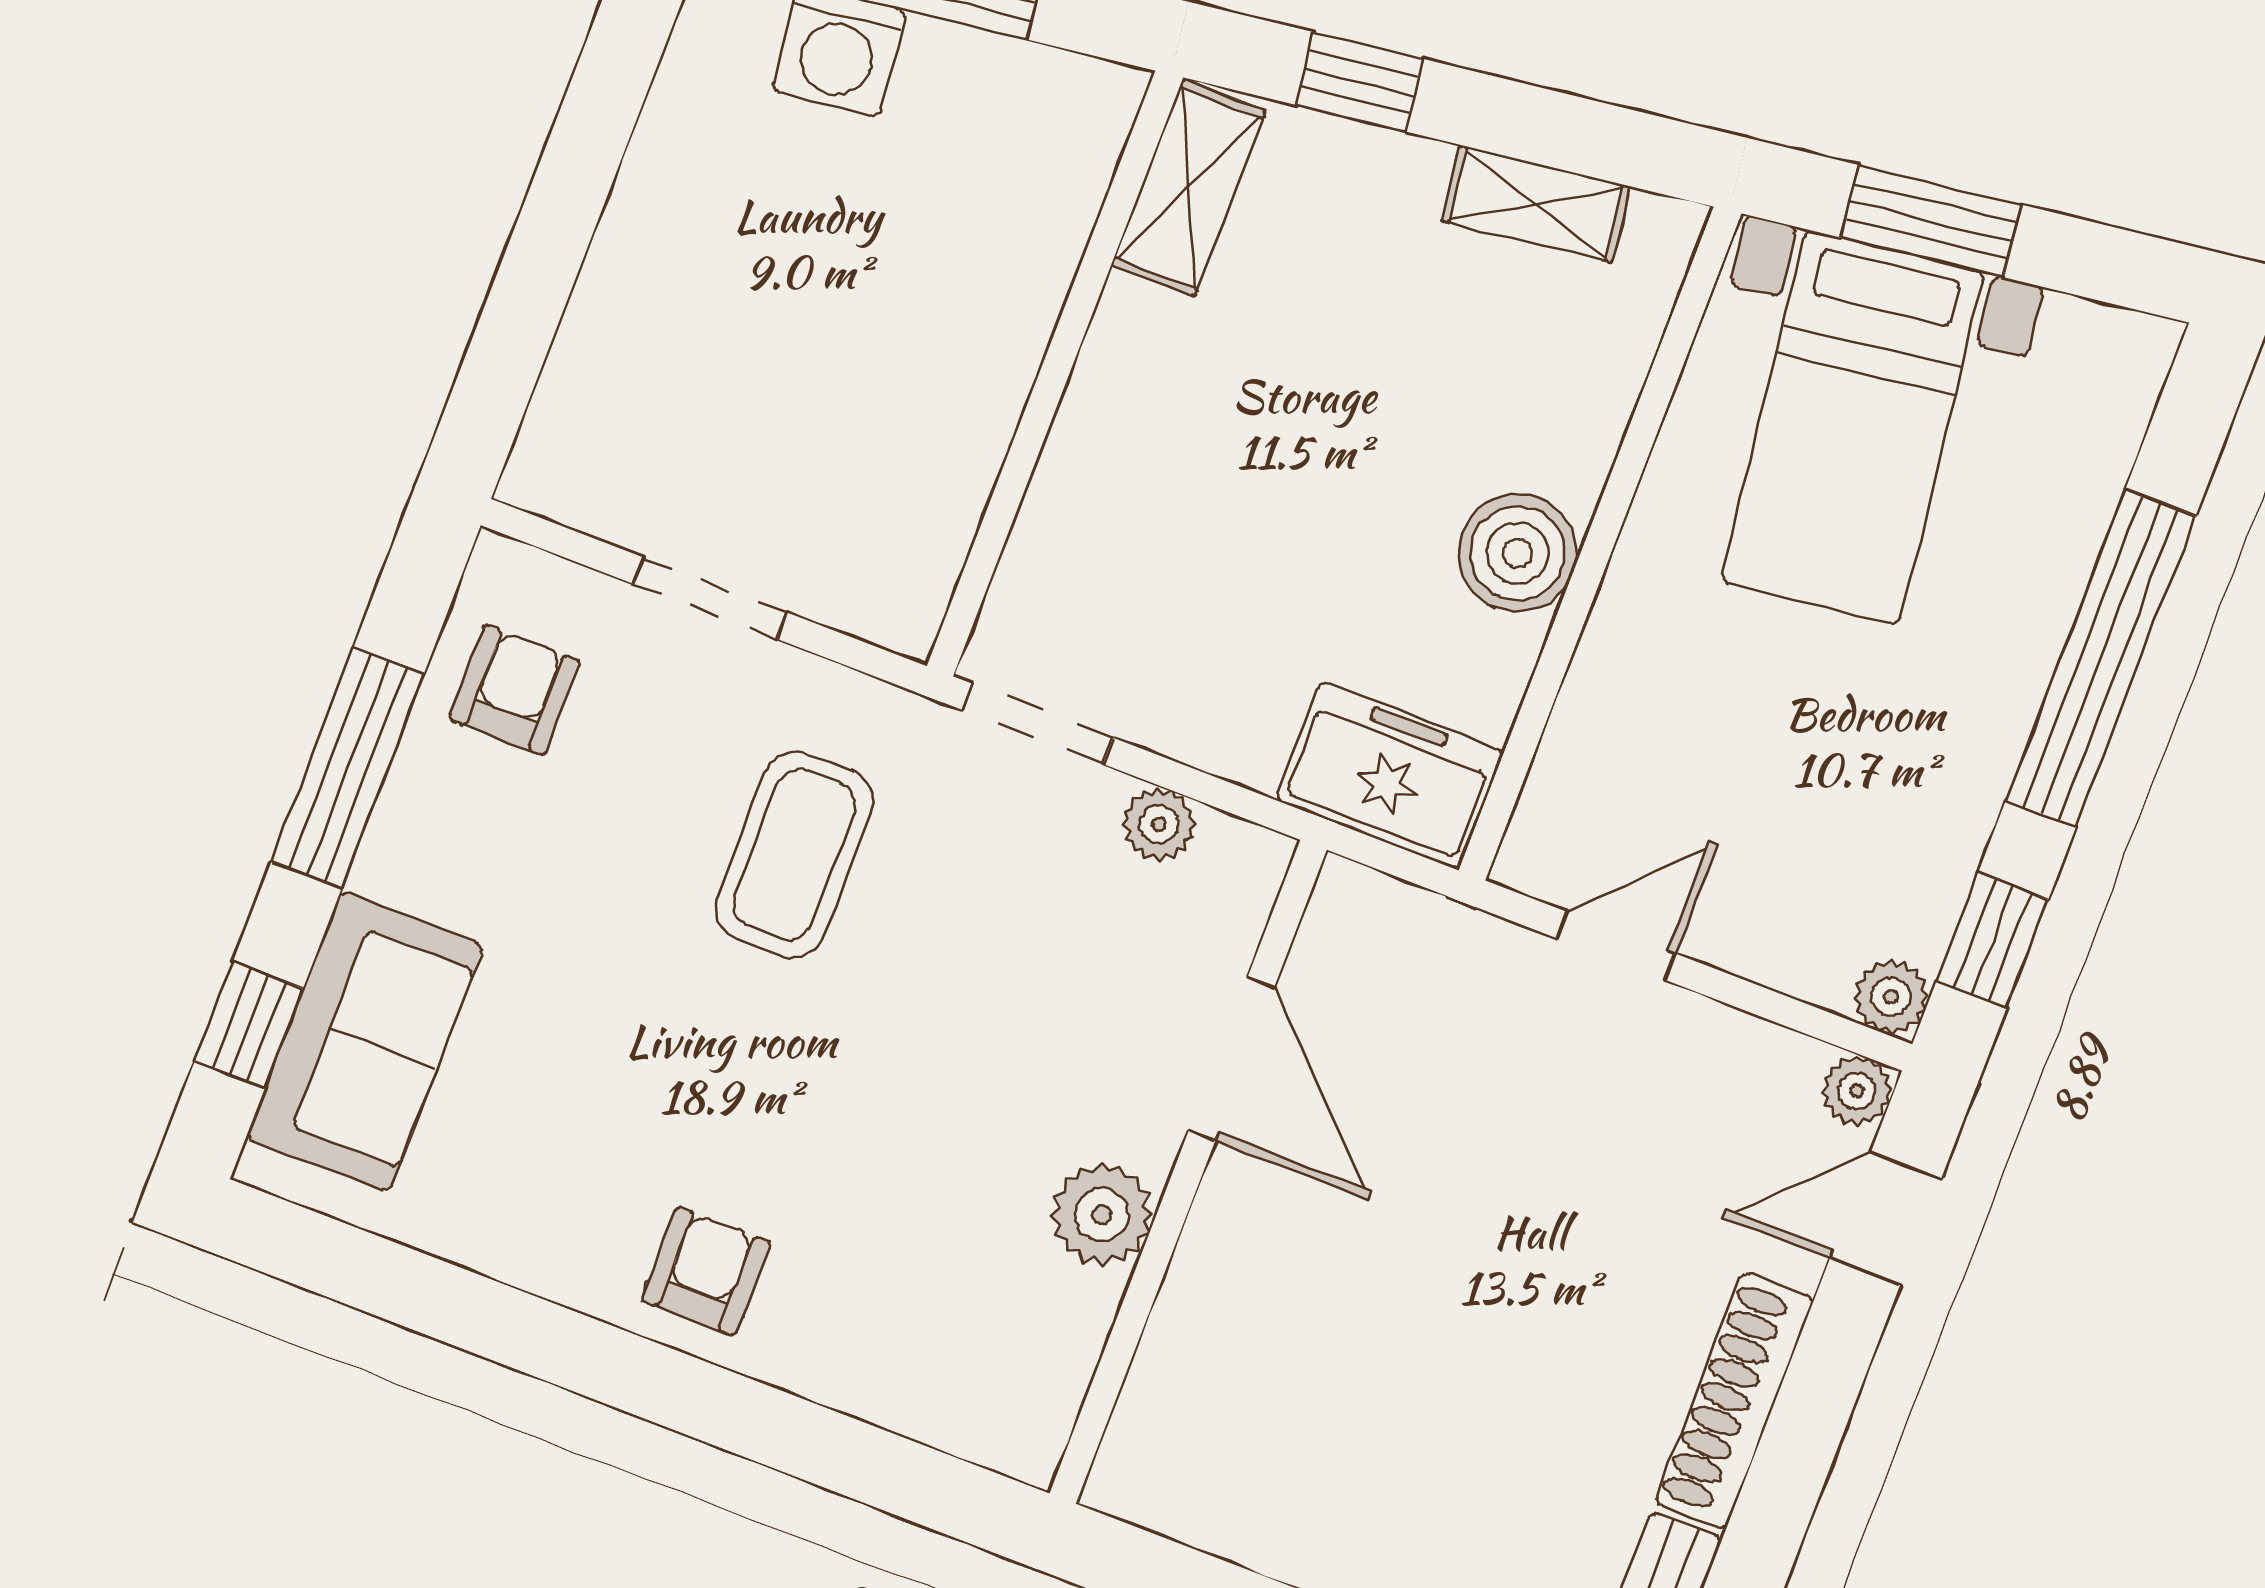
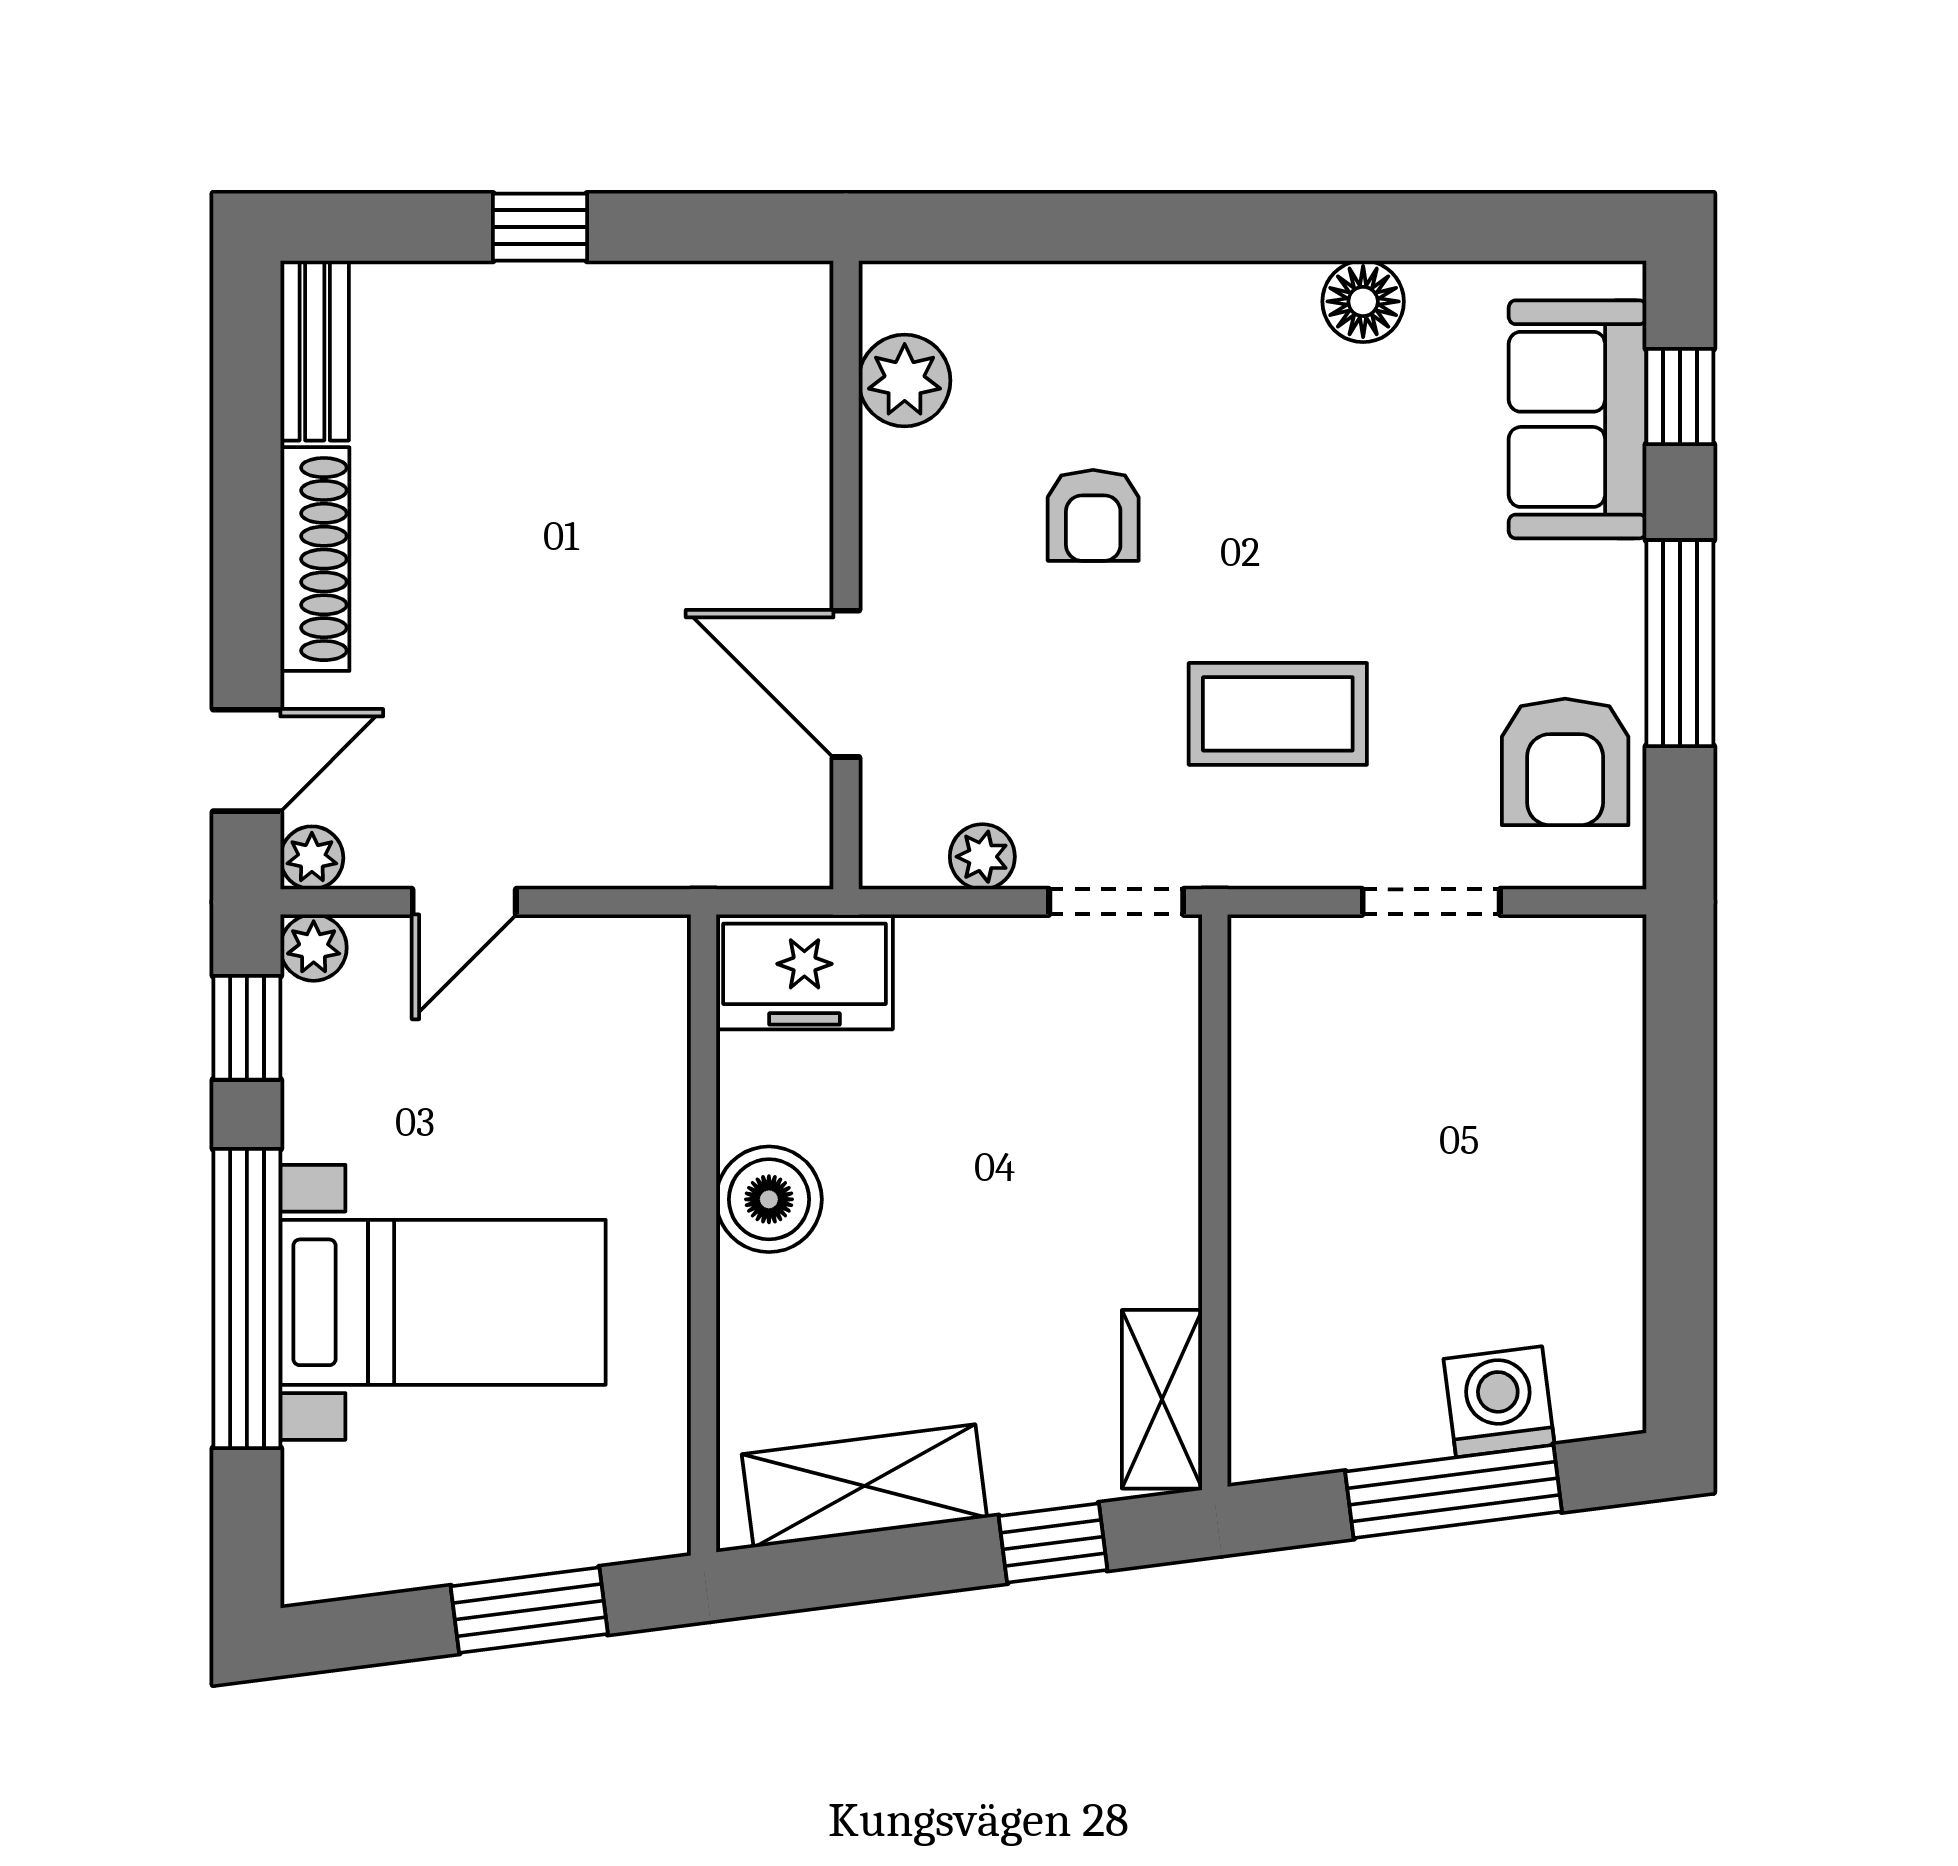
shelving: (1536, 204) -> (864, 1486), width x1.50, depth x1.33
bed with nightstands: (1853, 427) -> (443, 1302), moved, turned 97
armchair: (514, 690) -> (1565, 762), width x1.38, depth x1.38
coffee table: (794, 855) -> (1278, 714), turned 90
door: (1616, 946) -> (464, 902), moved
plant: (1102, 1215) -> (905, 381), moved
floor lamp: (541, 1250) -> (1363, 301), added
armchair: (706, 1271) -> (1093, 515), moved

